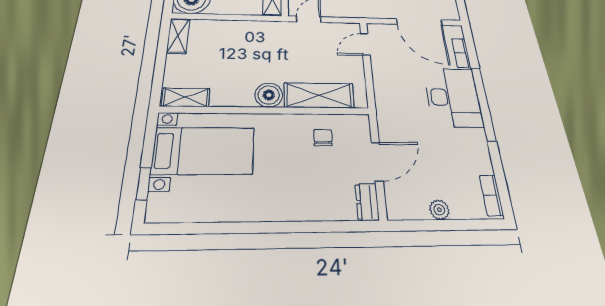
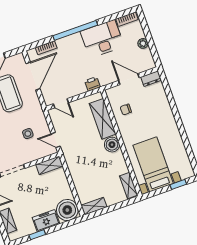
desk: (453, 97) -> (102, 39), moved
printer: (385, 99) -> (92, 84), added

